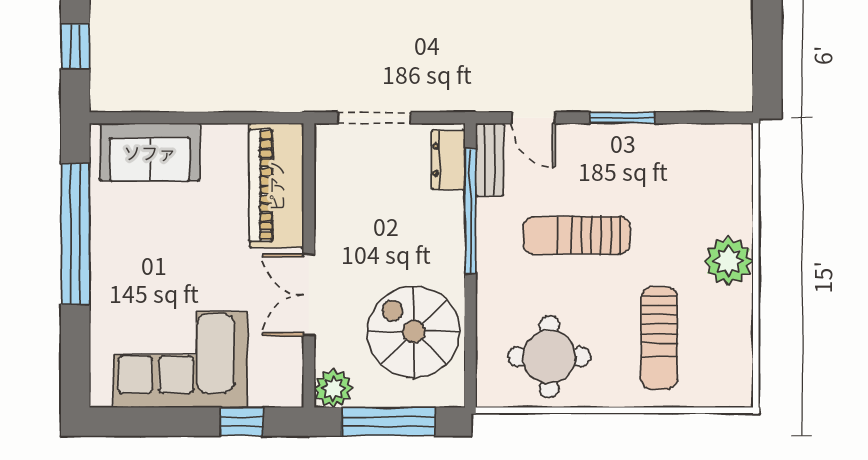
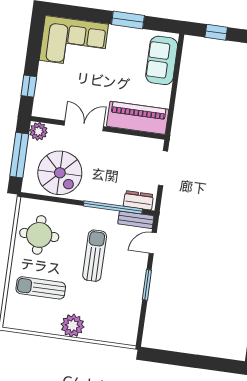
window: (75, 234) -> (128, 20), width x0.47
spiral stairs: (414, 332) -> (60, 173), turned 90
corner sofa: (180, 360) -> (74, 42), moved, turned 90

